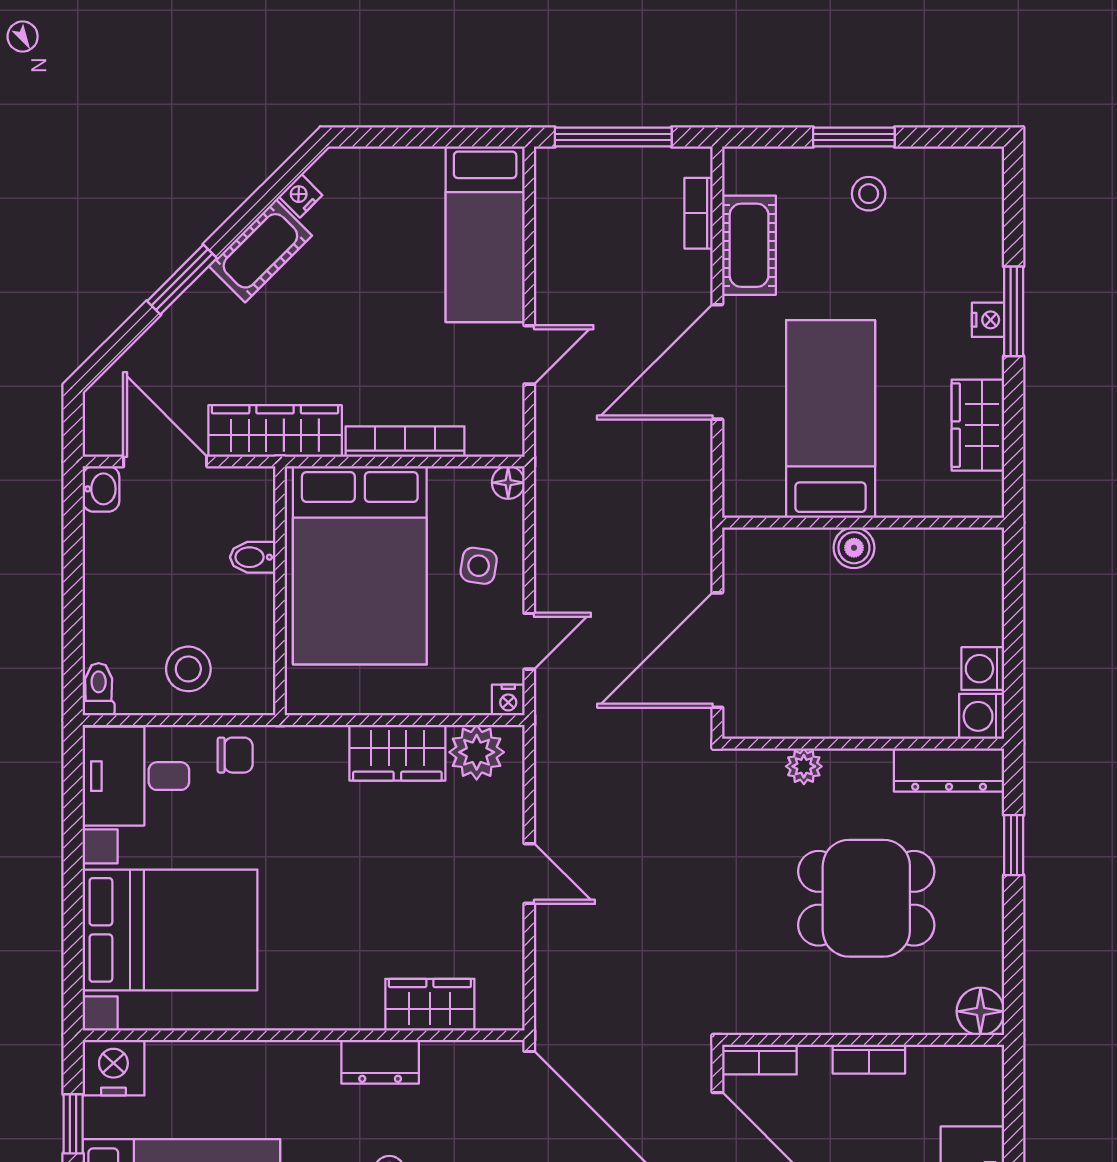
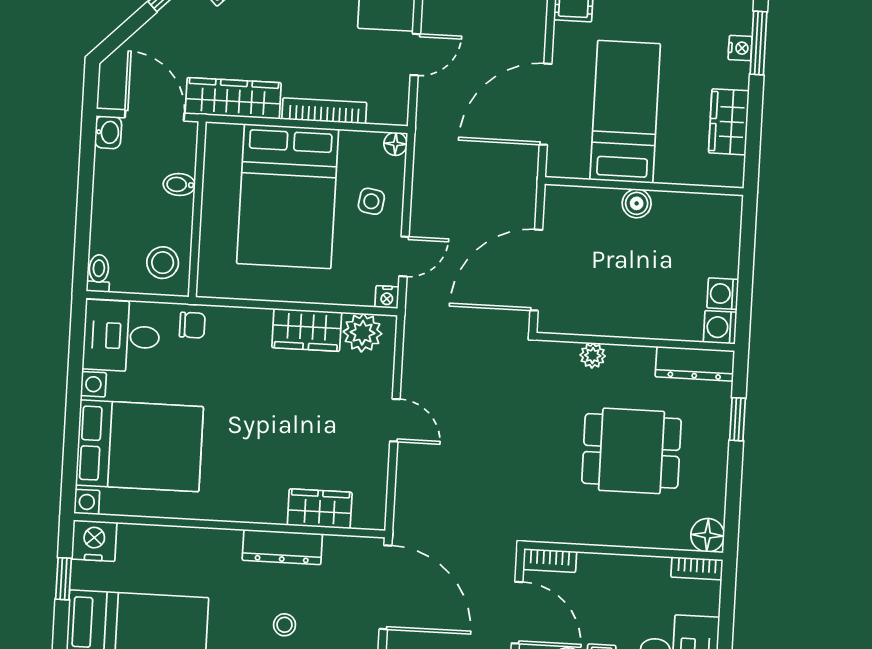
door: (717, 362) -> (546, 104), moved
bidet: (253, 557) -> (179, 184), moved
wall: (280, 591) -> (197, 209), moved
bookcase: (869, 1059) -> (697, 568), moved
dresser: (380, 1062) -> (282, 547), width x1.44

